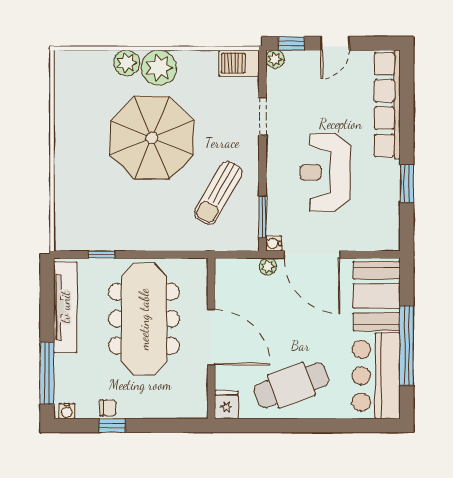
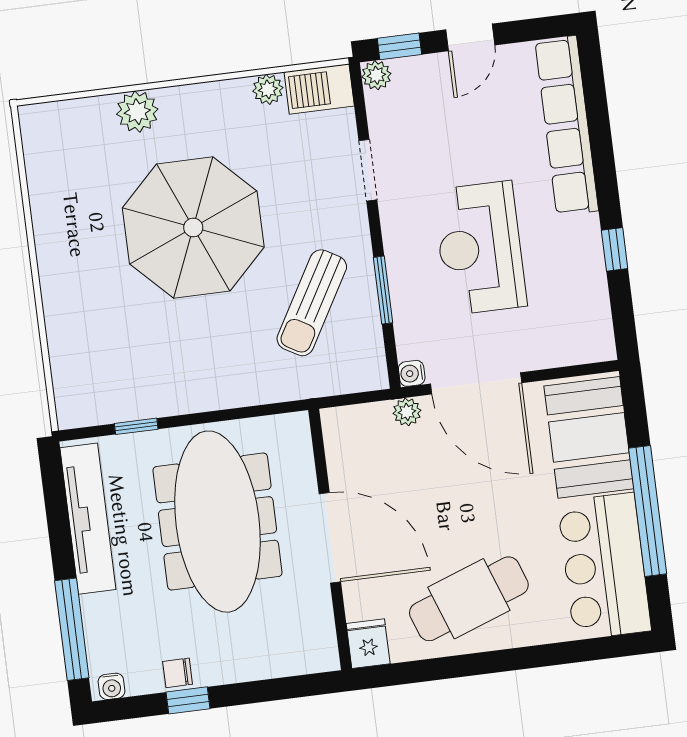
plant: (159, 68) -> (268, 89), moved, width x0.53, depth x0.53
window: (407, 184) -> (615, 249), width x0.67
window: (263, 217) -> (383, 290), moved
chair: (108, 408) -> (178, 673), turned 180

